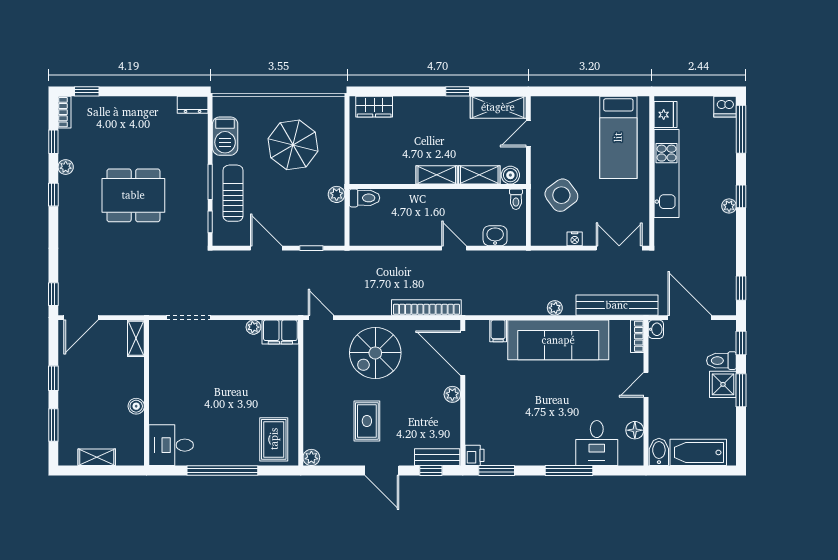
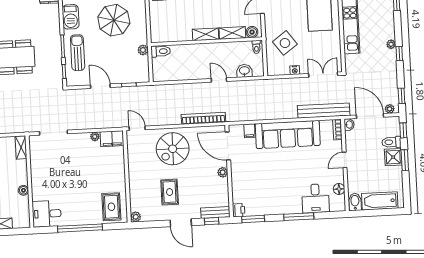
window: (741, 196) -> (399, 53), moved
plant: (555, 308) -> (390, 109), moved

